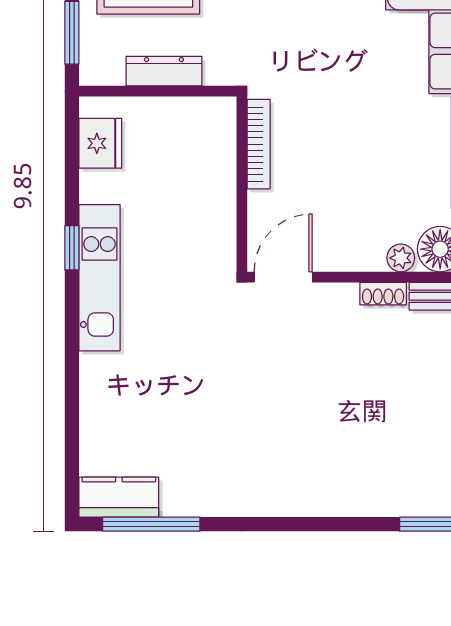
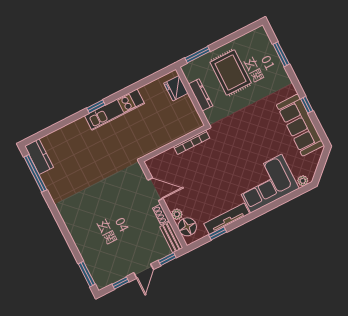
fridge: (100, 143) -> (176, 88), moved, turned 90
window: (72, 248) -> (96, 107), moved
door: (283, 277) -> (155, 189), moved

